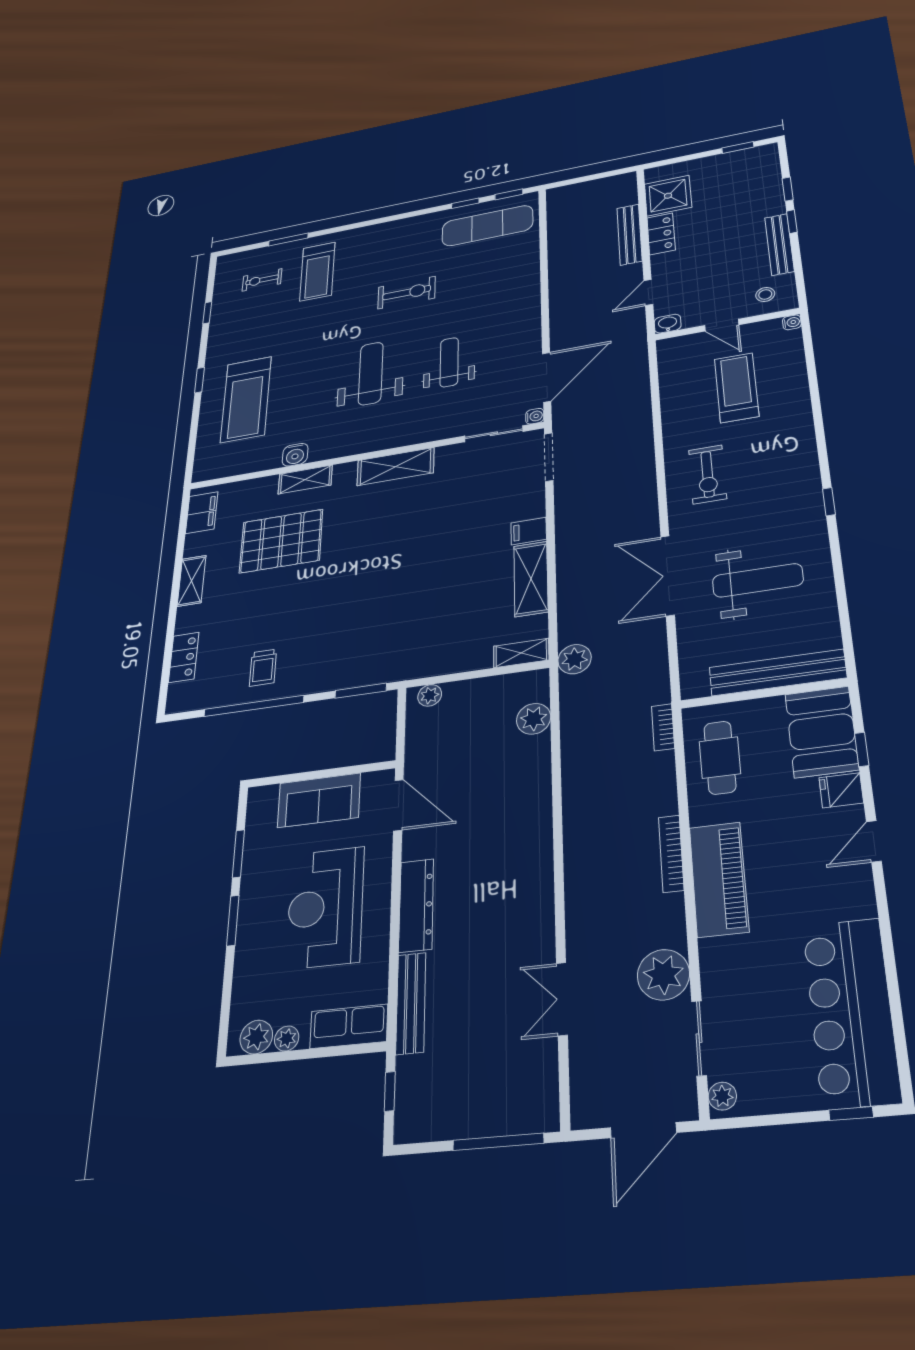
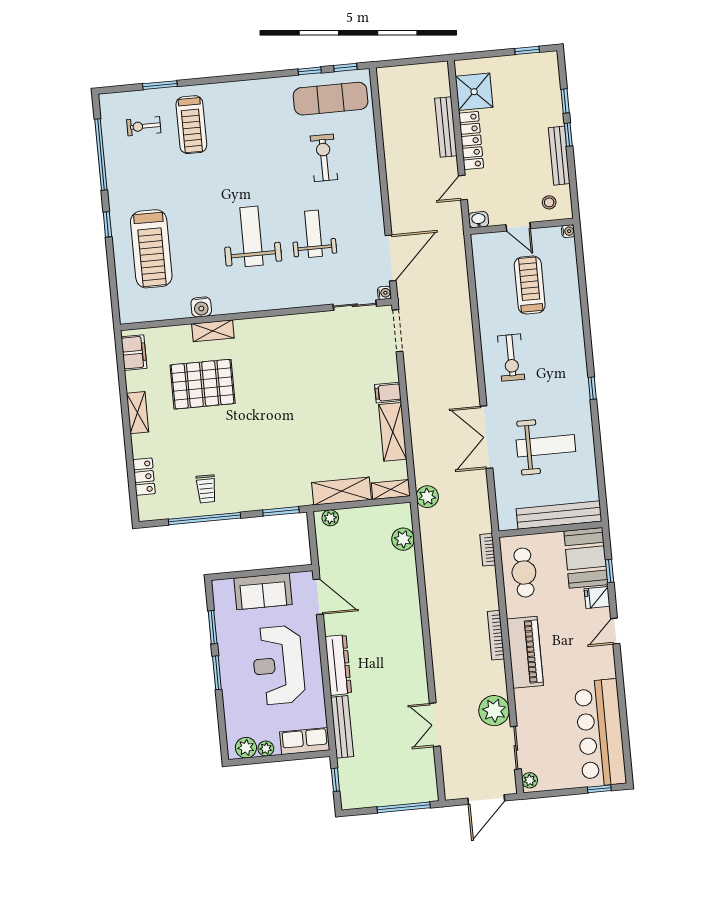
locker: (661, 234) -> (471, 140), width x1.53
exercise bike: (407, 293) -> (324, 158), moved, turned -90
window: (207, 313) -> (101, 154), width x3.17
shelving: (395, 467) -> (341, 491), moved

